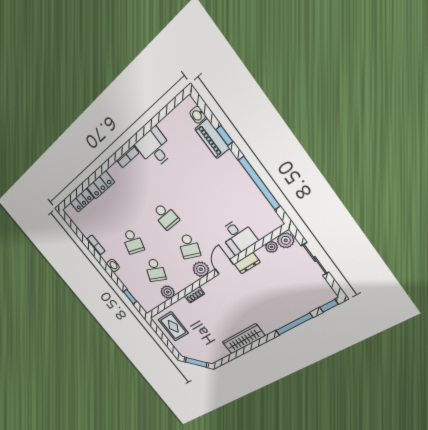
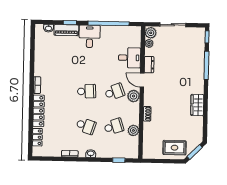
desk: (154, 148) -> (90, 36), moved, turned 90
locker: (101, 185) -> (39, 111), width x1.53
school desk: (189, 246) -> (115, 92), turned -42
school desk: (155, 270) -> (114, 126), turned -42
rug: (173, 326) -> (174, 148), moved
wardrobe: (244, 339) -> (197, 105), width x0.67

